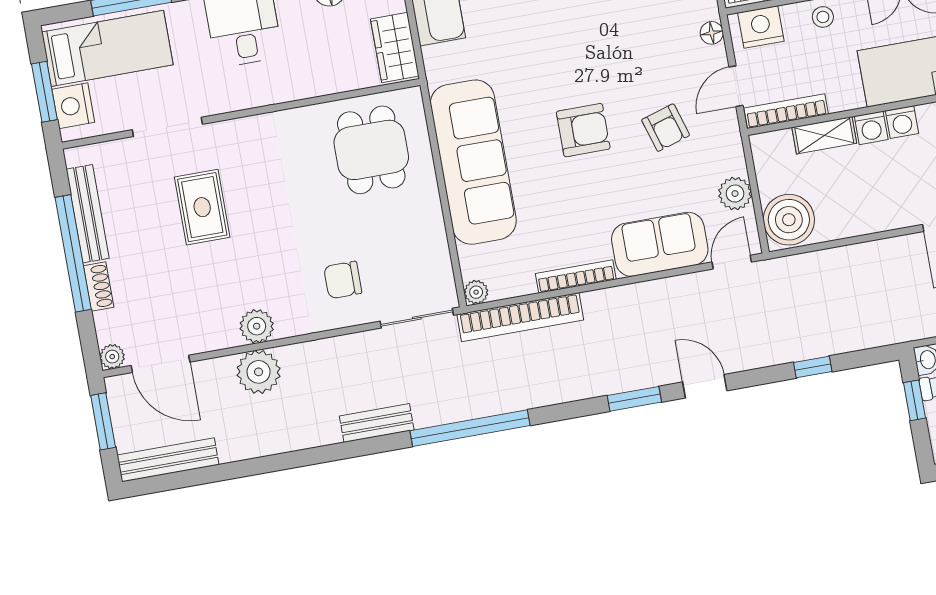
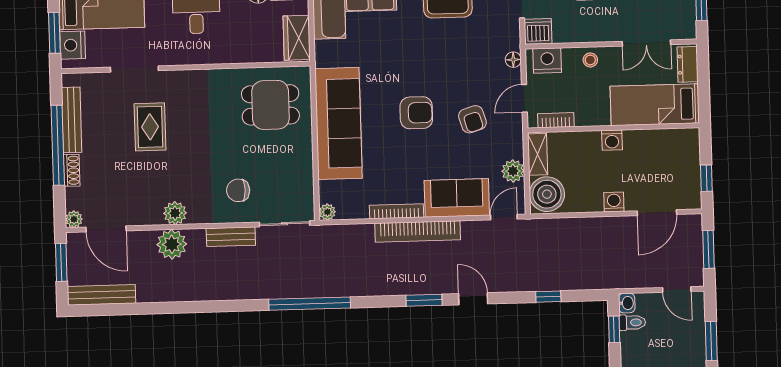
bookcase: (786, 111) -> (556, 120), width x0.64
washing machine: (902, 122) -> (614, 202), moved, turned 180
shelving: (824, 135) -> (538, 154), moved, turned 90
dining table: (371, 150) -> (270, 105), turned 90
bookcase: (520, 317) -> (418, 232), moved
bench: (377, 423) -> (231, 237), moved

